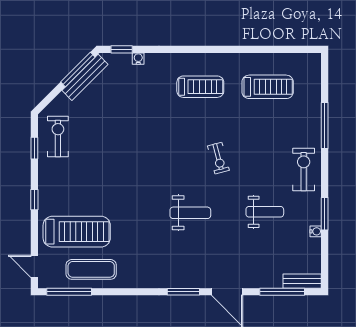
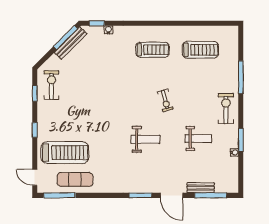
bench: (302, 281) -> (201, 188), moved

